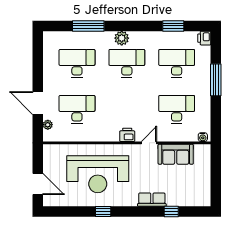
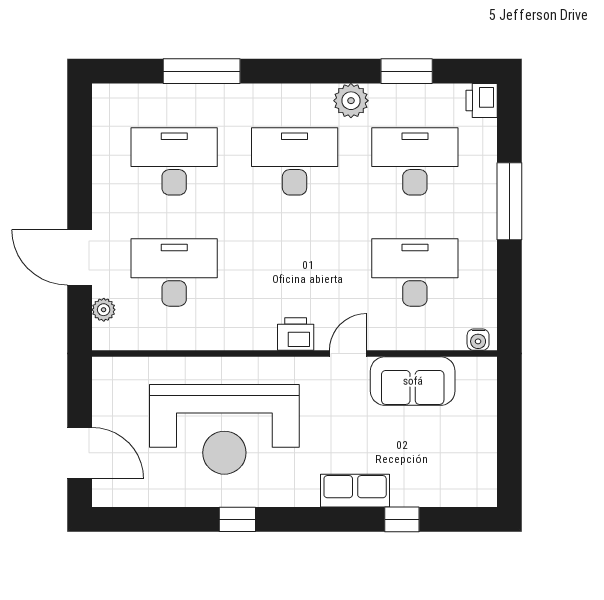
plant: (122, 38) -> (351, 101), moved

